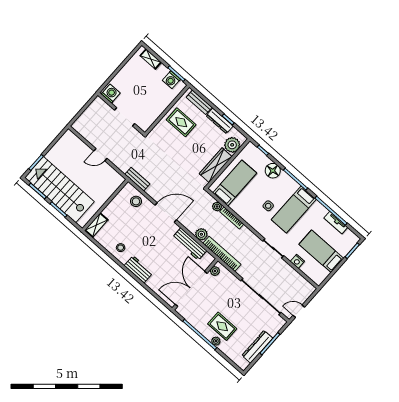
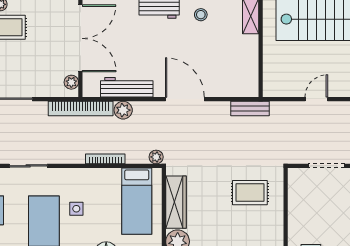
rug: (181, 122) -> (250, 193), moved
stool: (136, 201) -> (230, 82), removed
plant: (217, 206) -> (156, 157), moved
door: (166, 213) -> (185, 99), swing flipped

